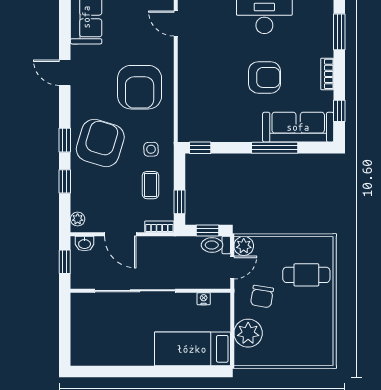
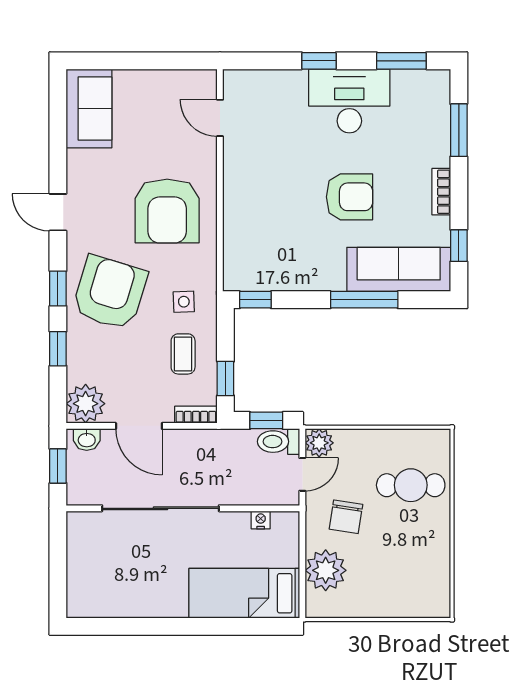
door: (65, 73) -> (58, 212), moved
plant: (78, 219) -> (86, 404), width x1.88, depth x1.88

